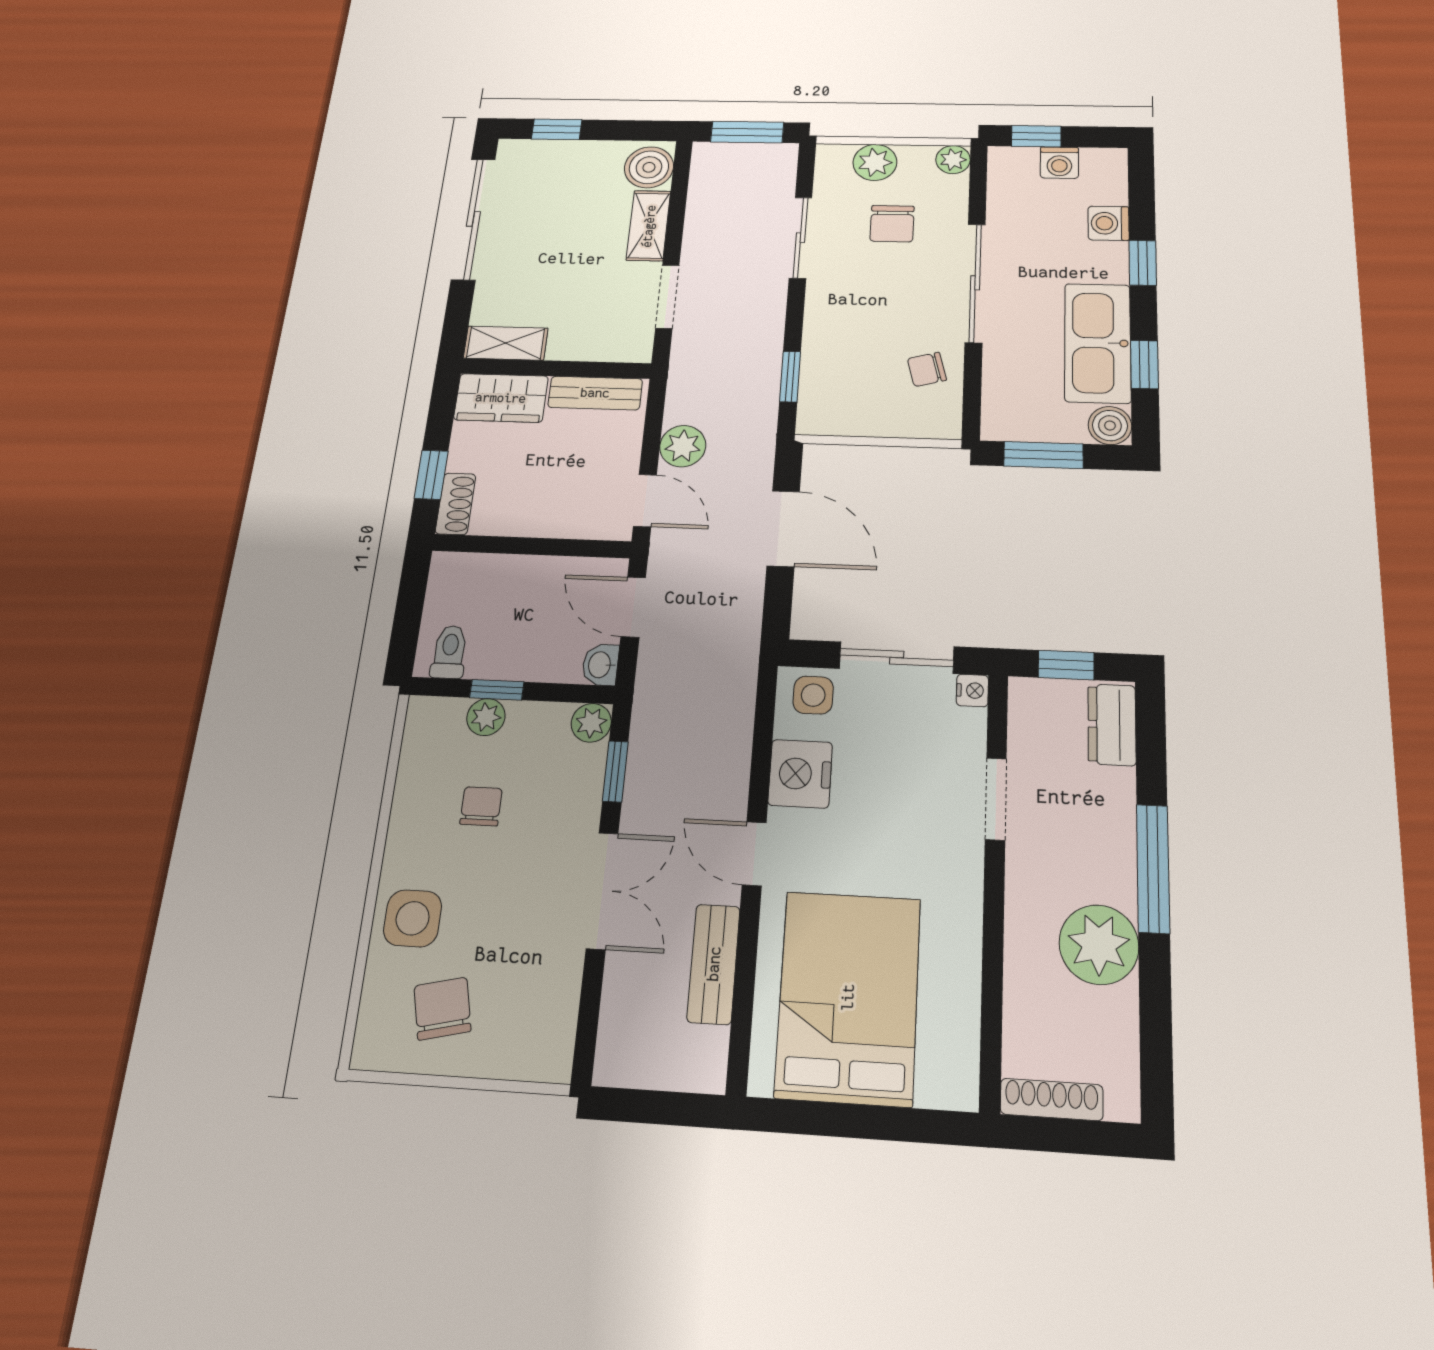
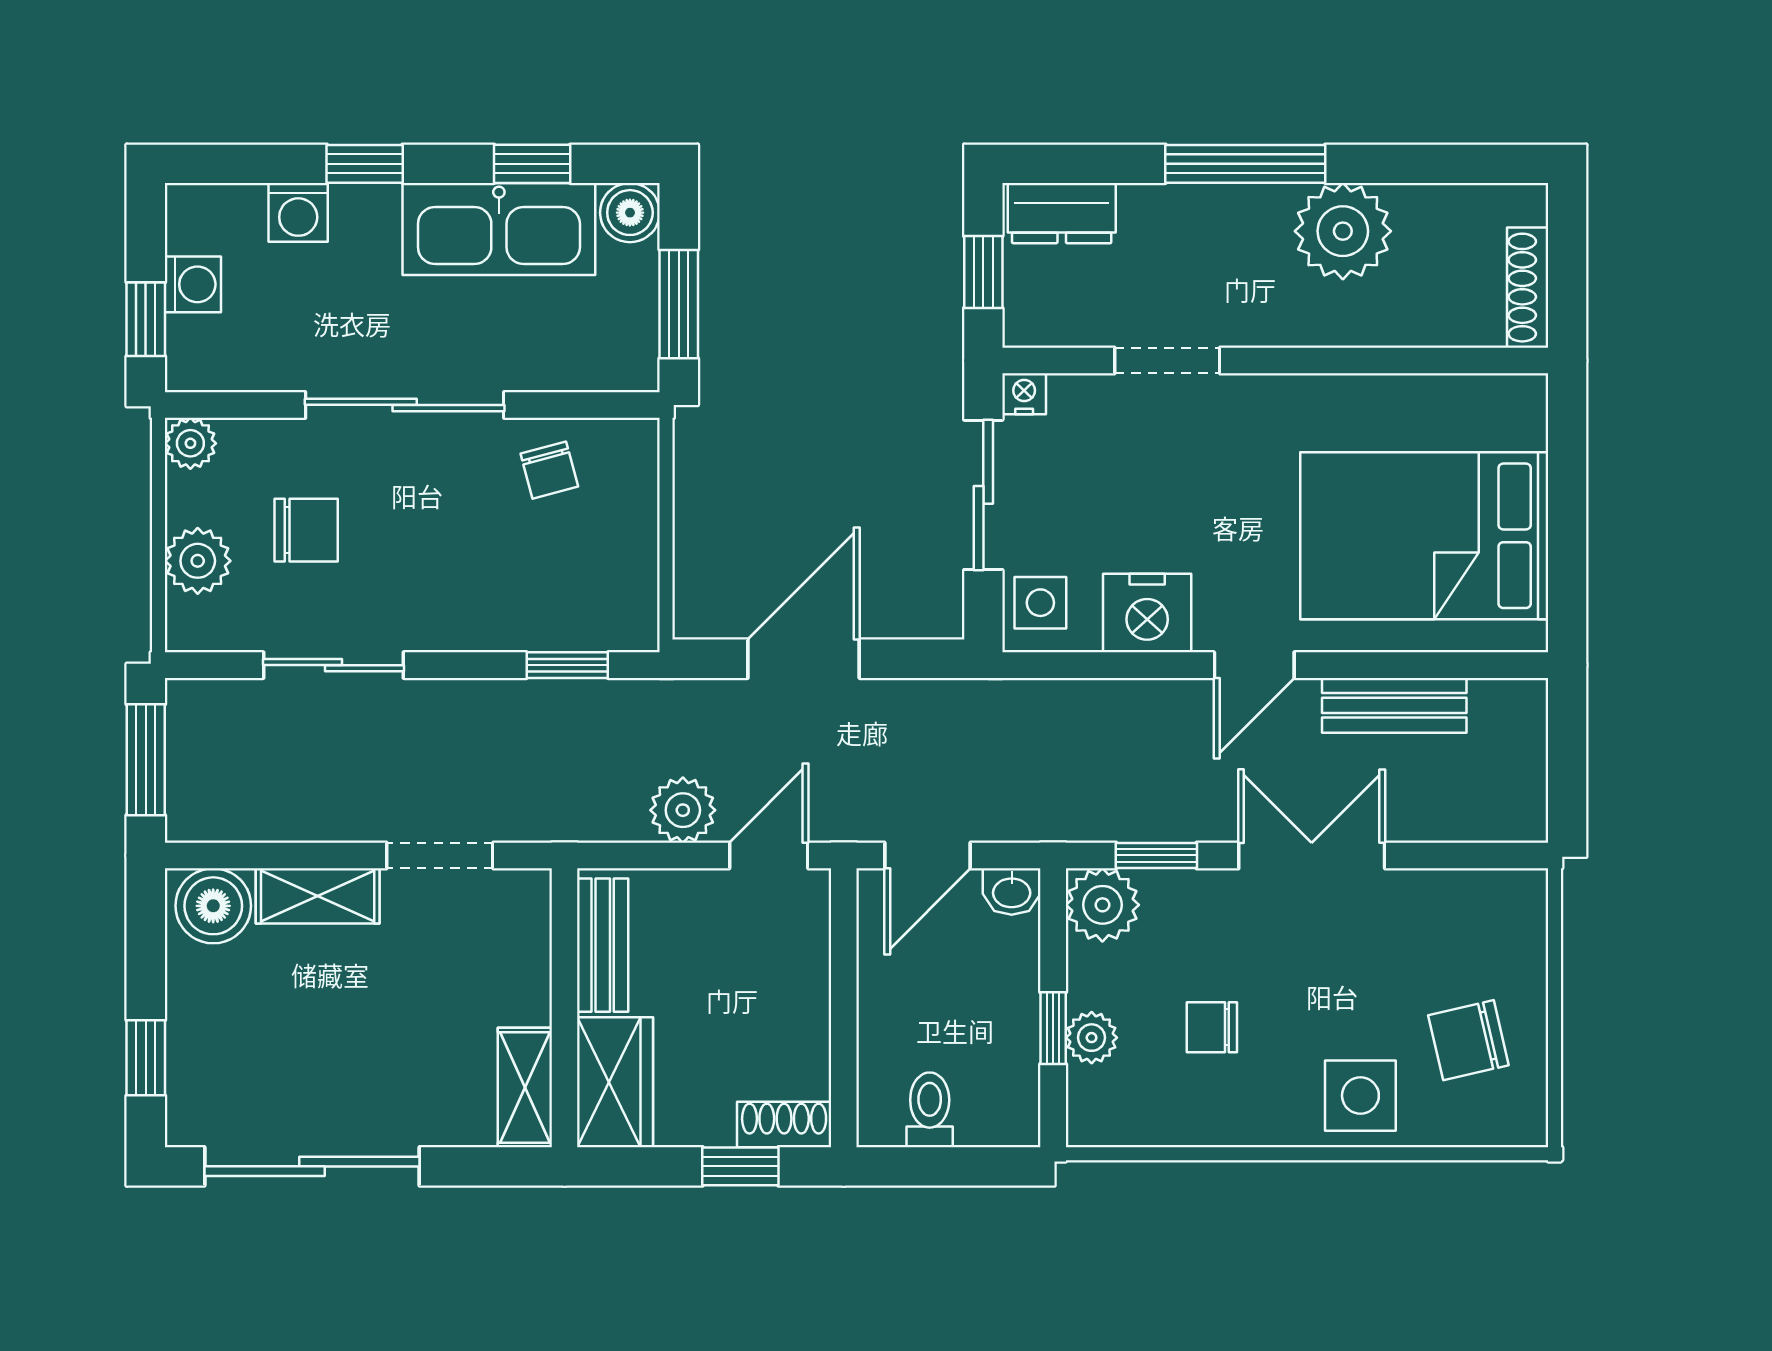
toilet: (449, 652) -> (930, 1110), moved, turned 90
plant: (591, 723) -> (1102, 905), width x1.38, depth x1.38

